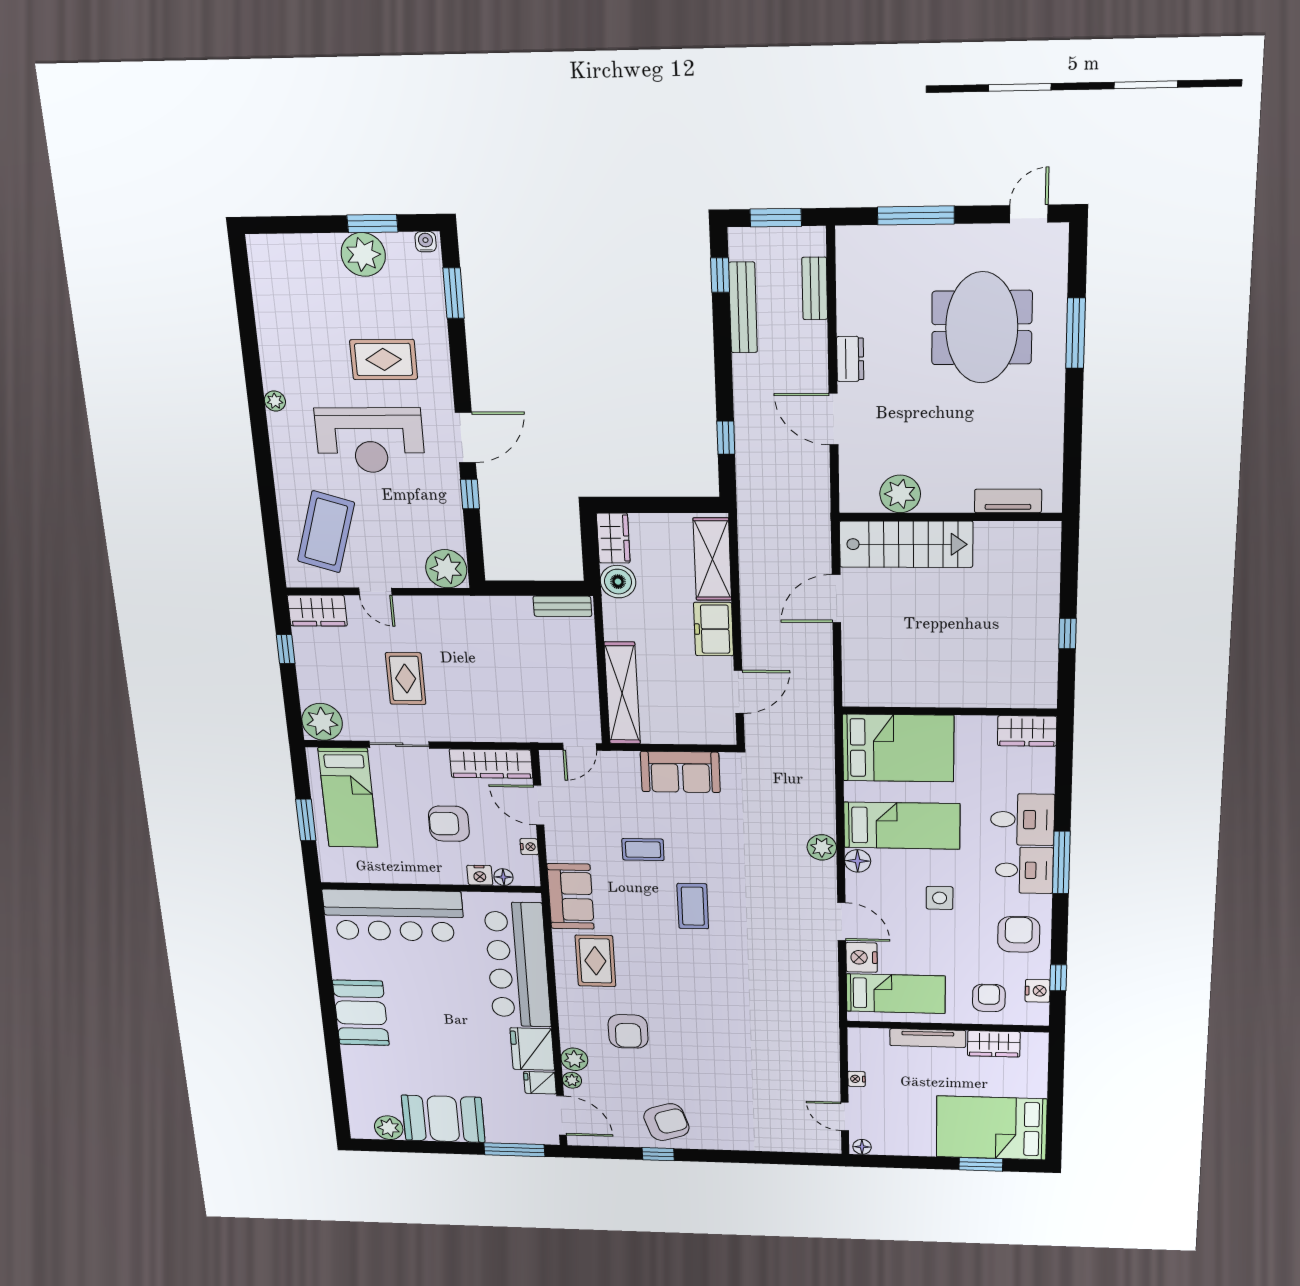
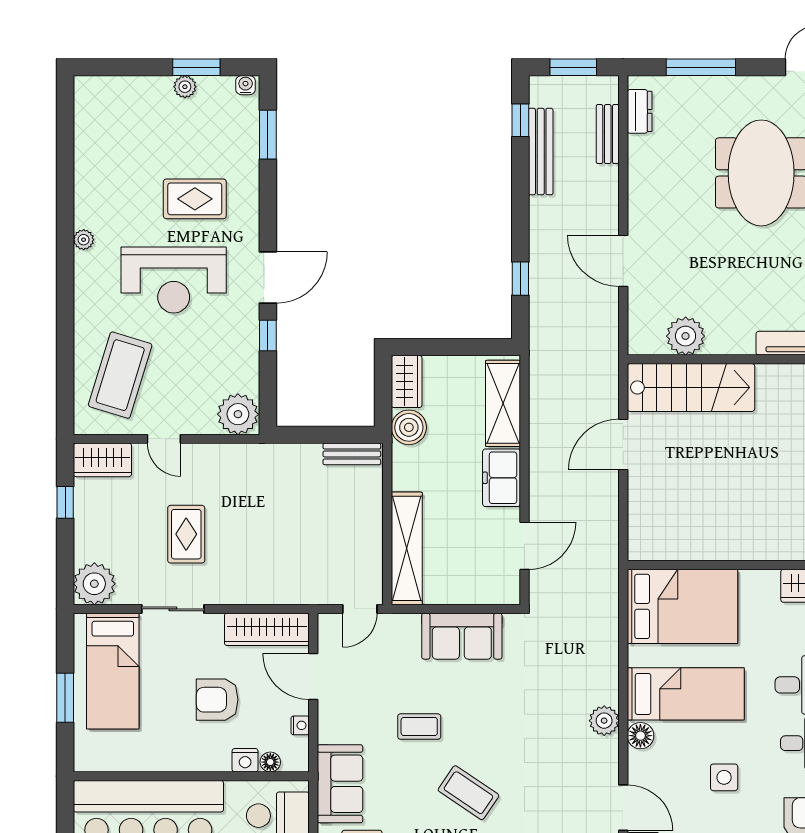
plant: (363, 254) -> (185, 87), width x0.53, depth x0.53
dresser: (850, 359) -> (640, 111), moved
coffee table: (693, 906) -> (468, 793), turned -56

